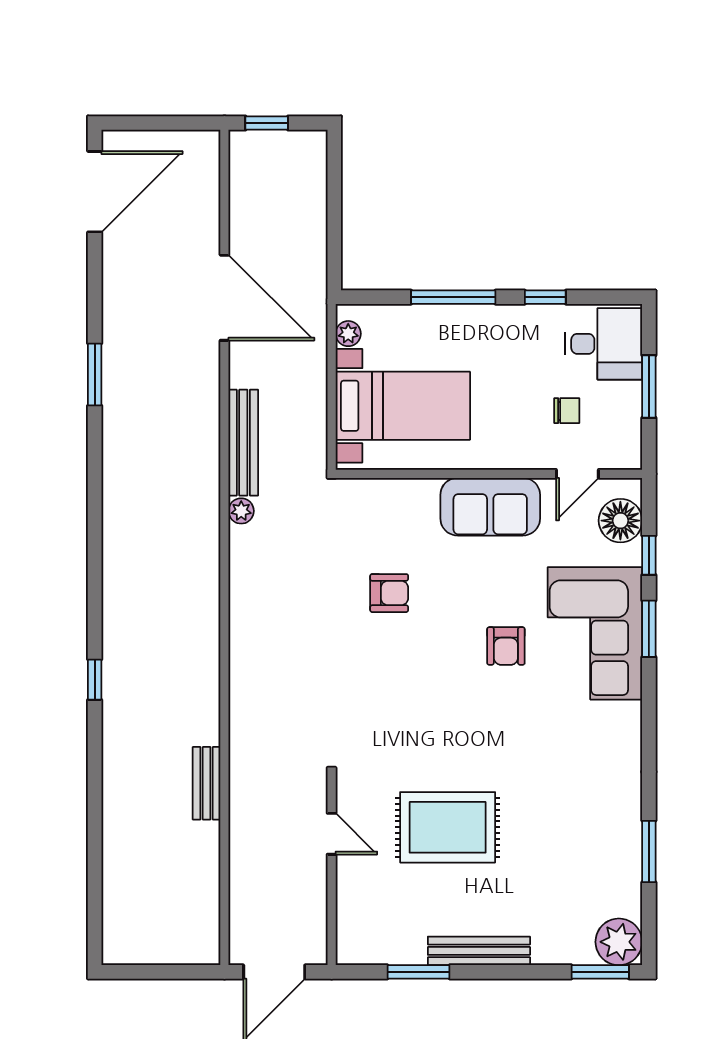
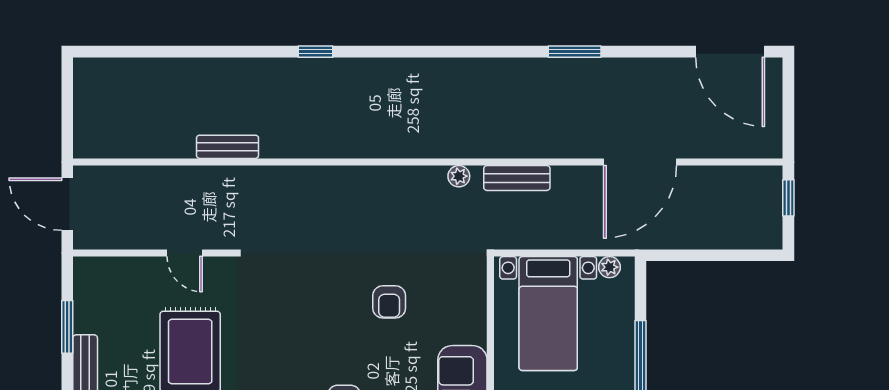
bench: (243, 443) -> (517, 178), width x0.73
door: (332, 834) -> (185, 253), hinge flipped

